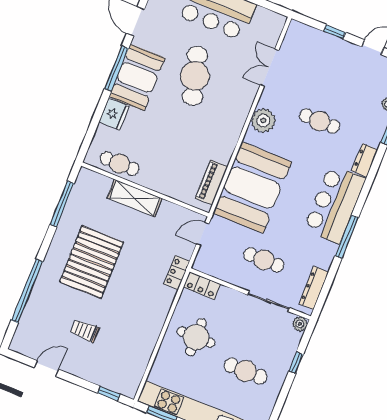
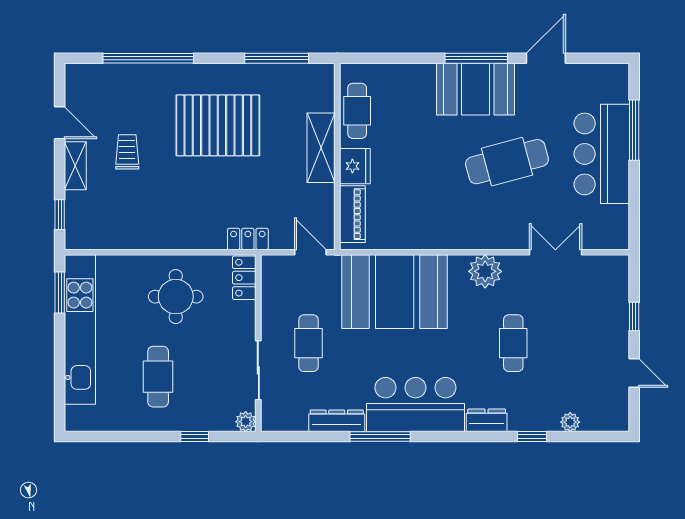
fridge: (114, 114) -> (355, 166), moved, turned -90
piano: (211, 182) -> (352, 214), moved, turned 90
dresser: (314, 288) -> (337, 421), moved
shelving: (80, 370) -> (75, 166), added

